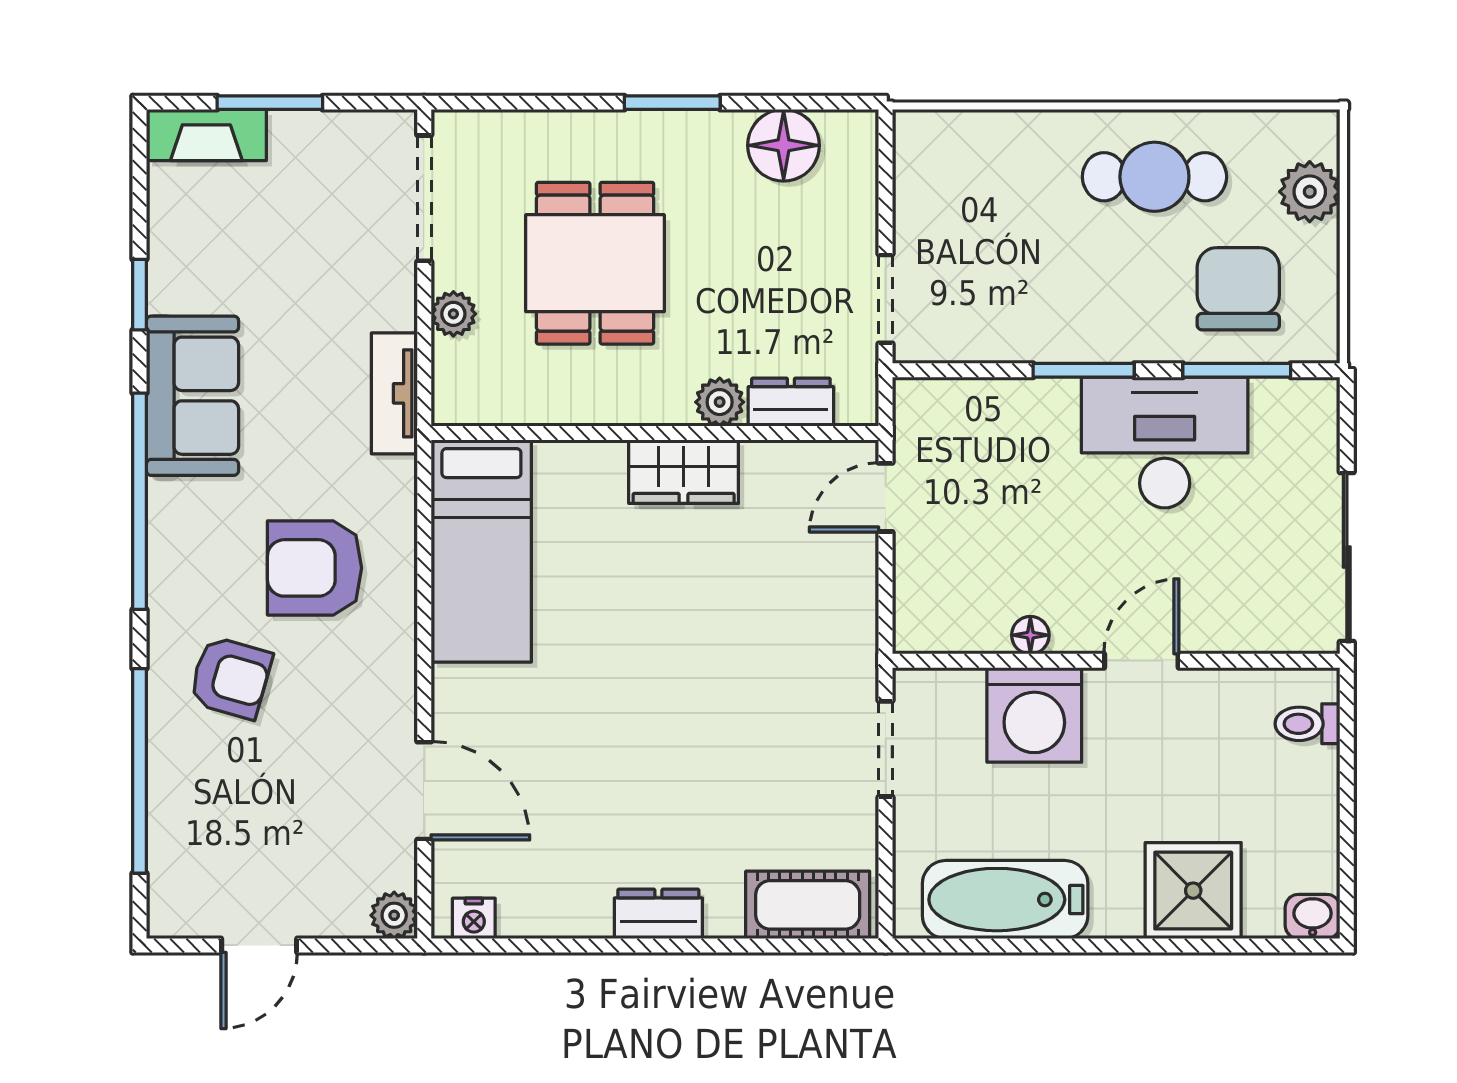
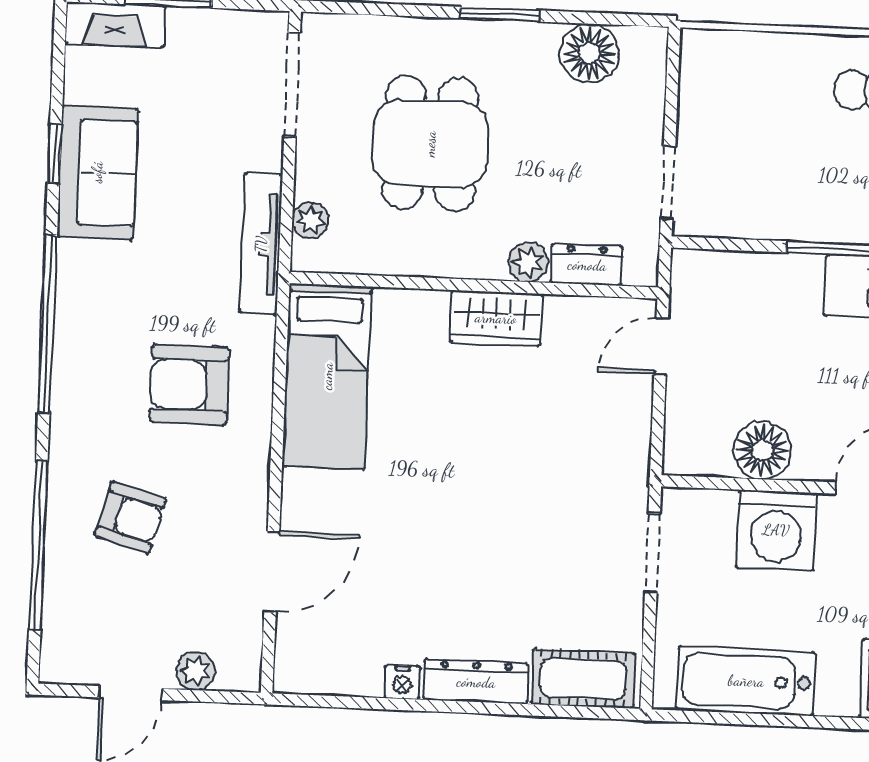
plant: (453, 314) -> (310, 221), moved
tv unit: (394, 393) -> (261, 244), width x1.41
sofa: (192, 396) -> (97, 172), moved
floor lamp: (1030, 635) -> (762, 450), width x1.89, depth x1.89
armchair: (231, 678) -> (130, 517), moved
door: (424, 791) -> (272, 572), hinge flipped
dresser: (658, 914) -> (476, 682), width x1.44
plant: (394, 915) -> (196, 671), moved
nightstand: (474, 918) -> (402, 682), moved

